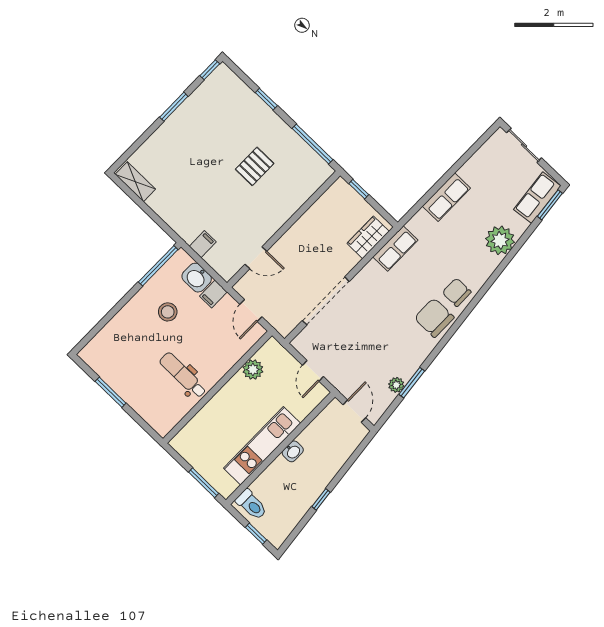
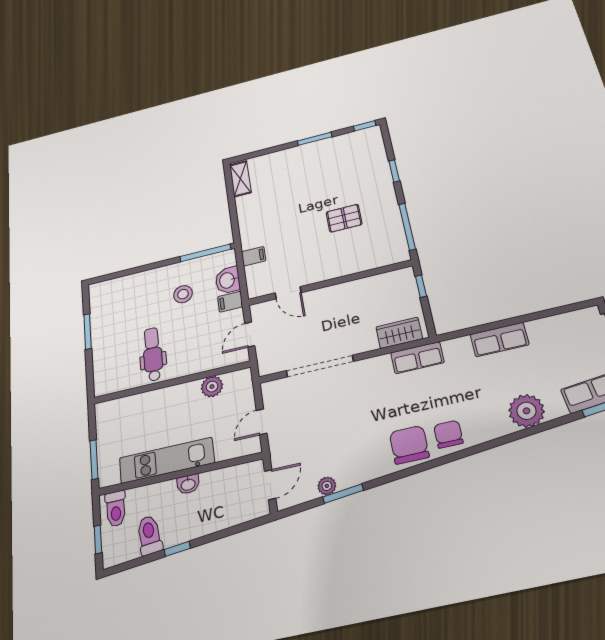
toilet: (293, 505) -> (149, 535), added

